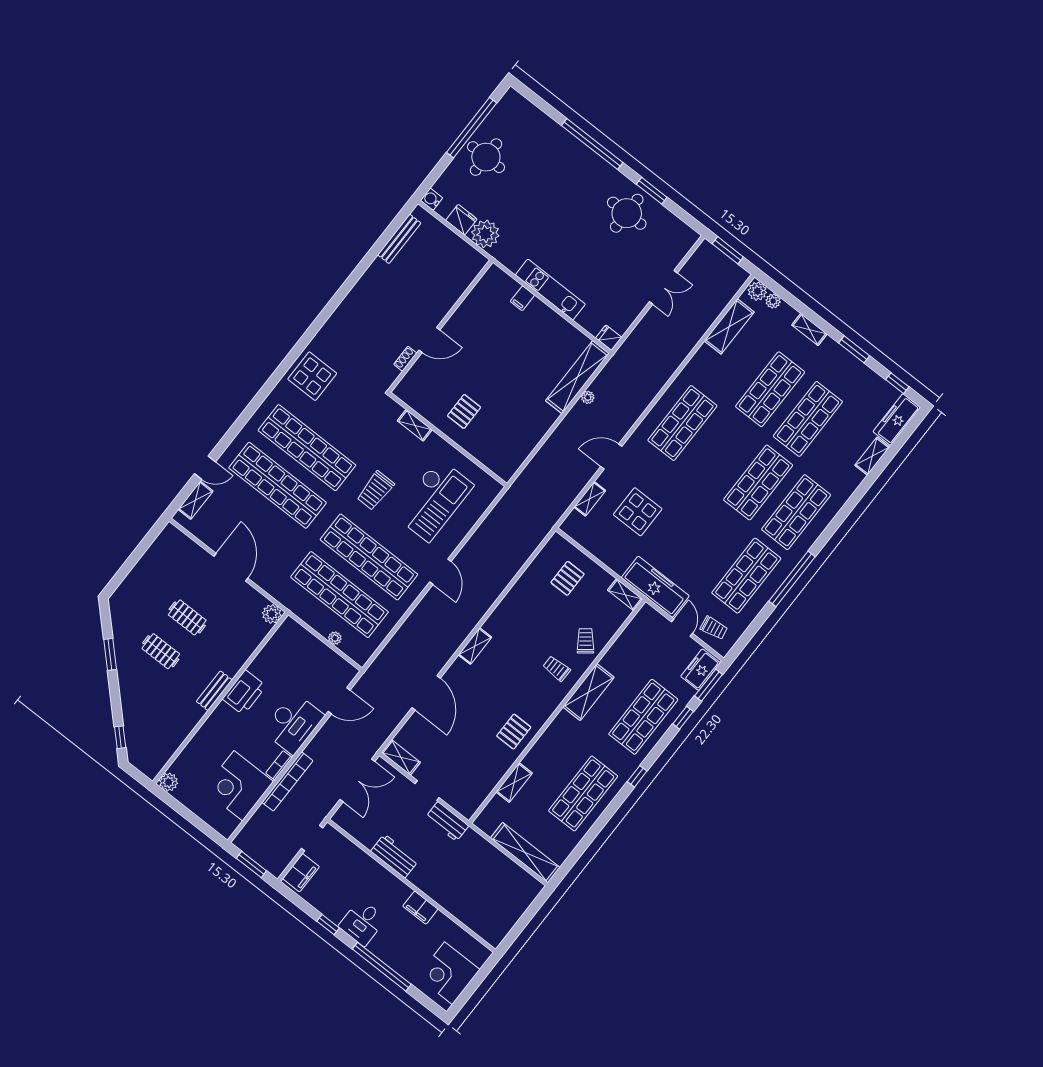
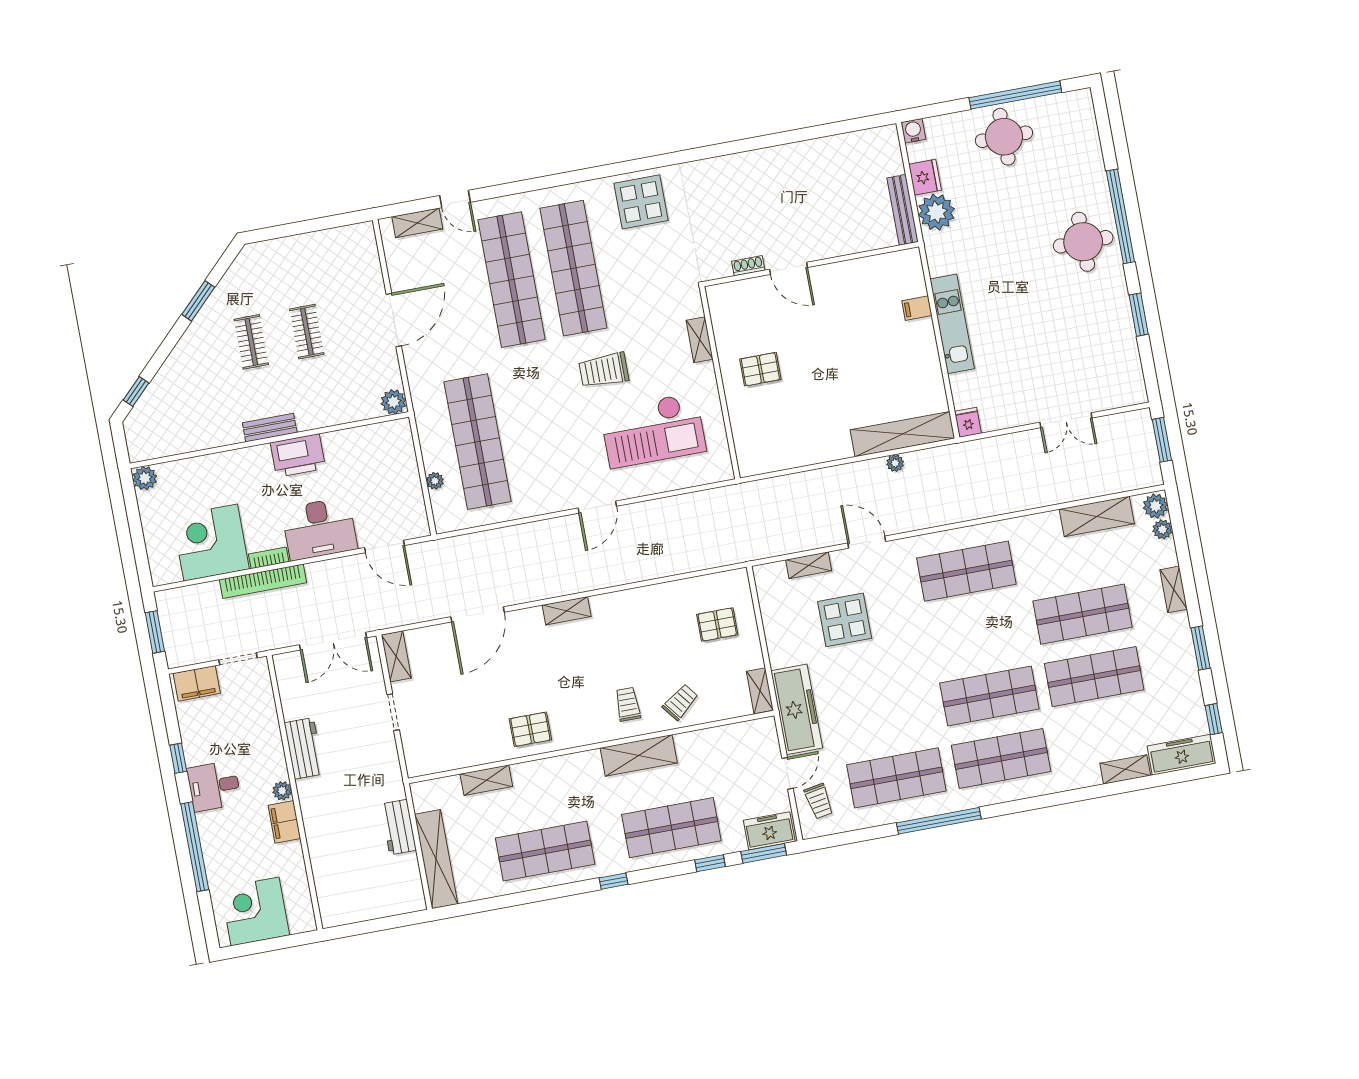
round table: (627, 213) -> (1083, 242), moved
bench: (399, 239) -> (903, 210), moved, turned 90
shop shelf: (369, 557) -> (539, 430), removed
workbench: (447, 822) -> (398, 827), moved
plant: (403, 891) -> (282, 791), added

